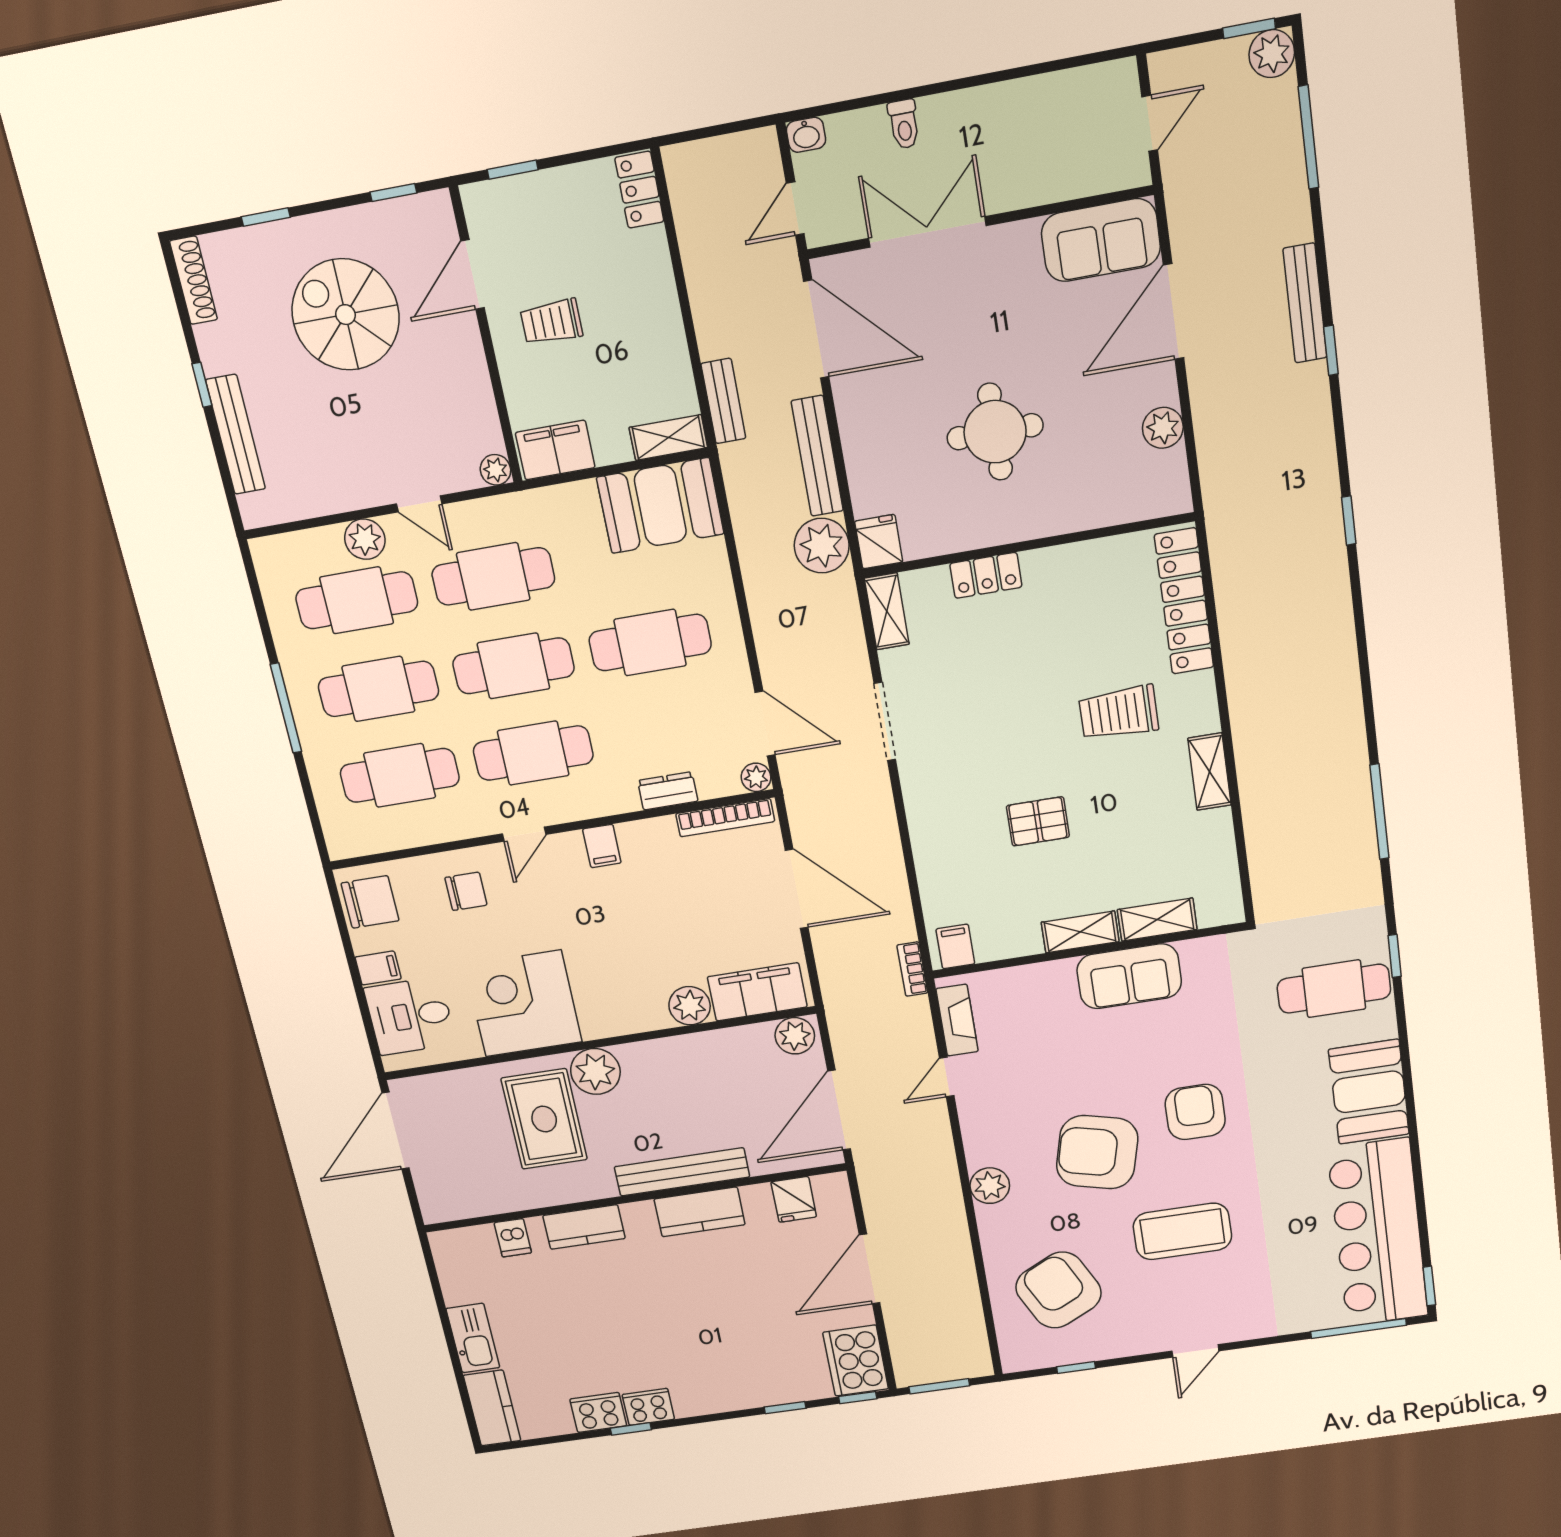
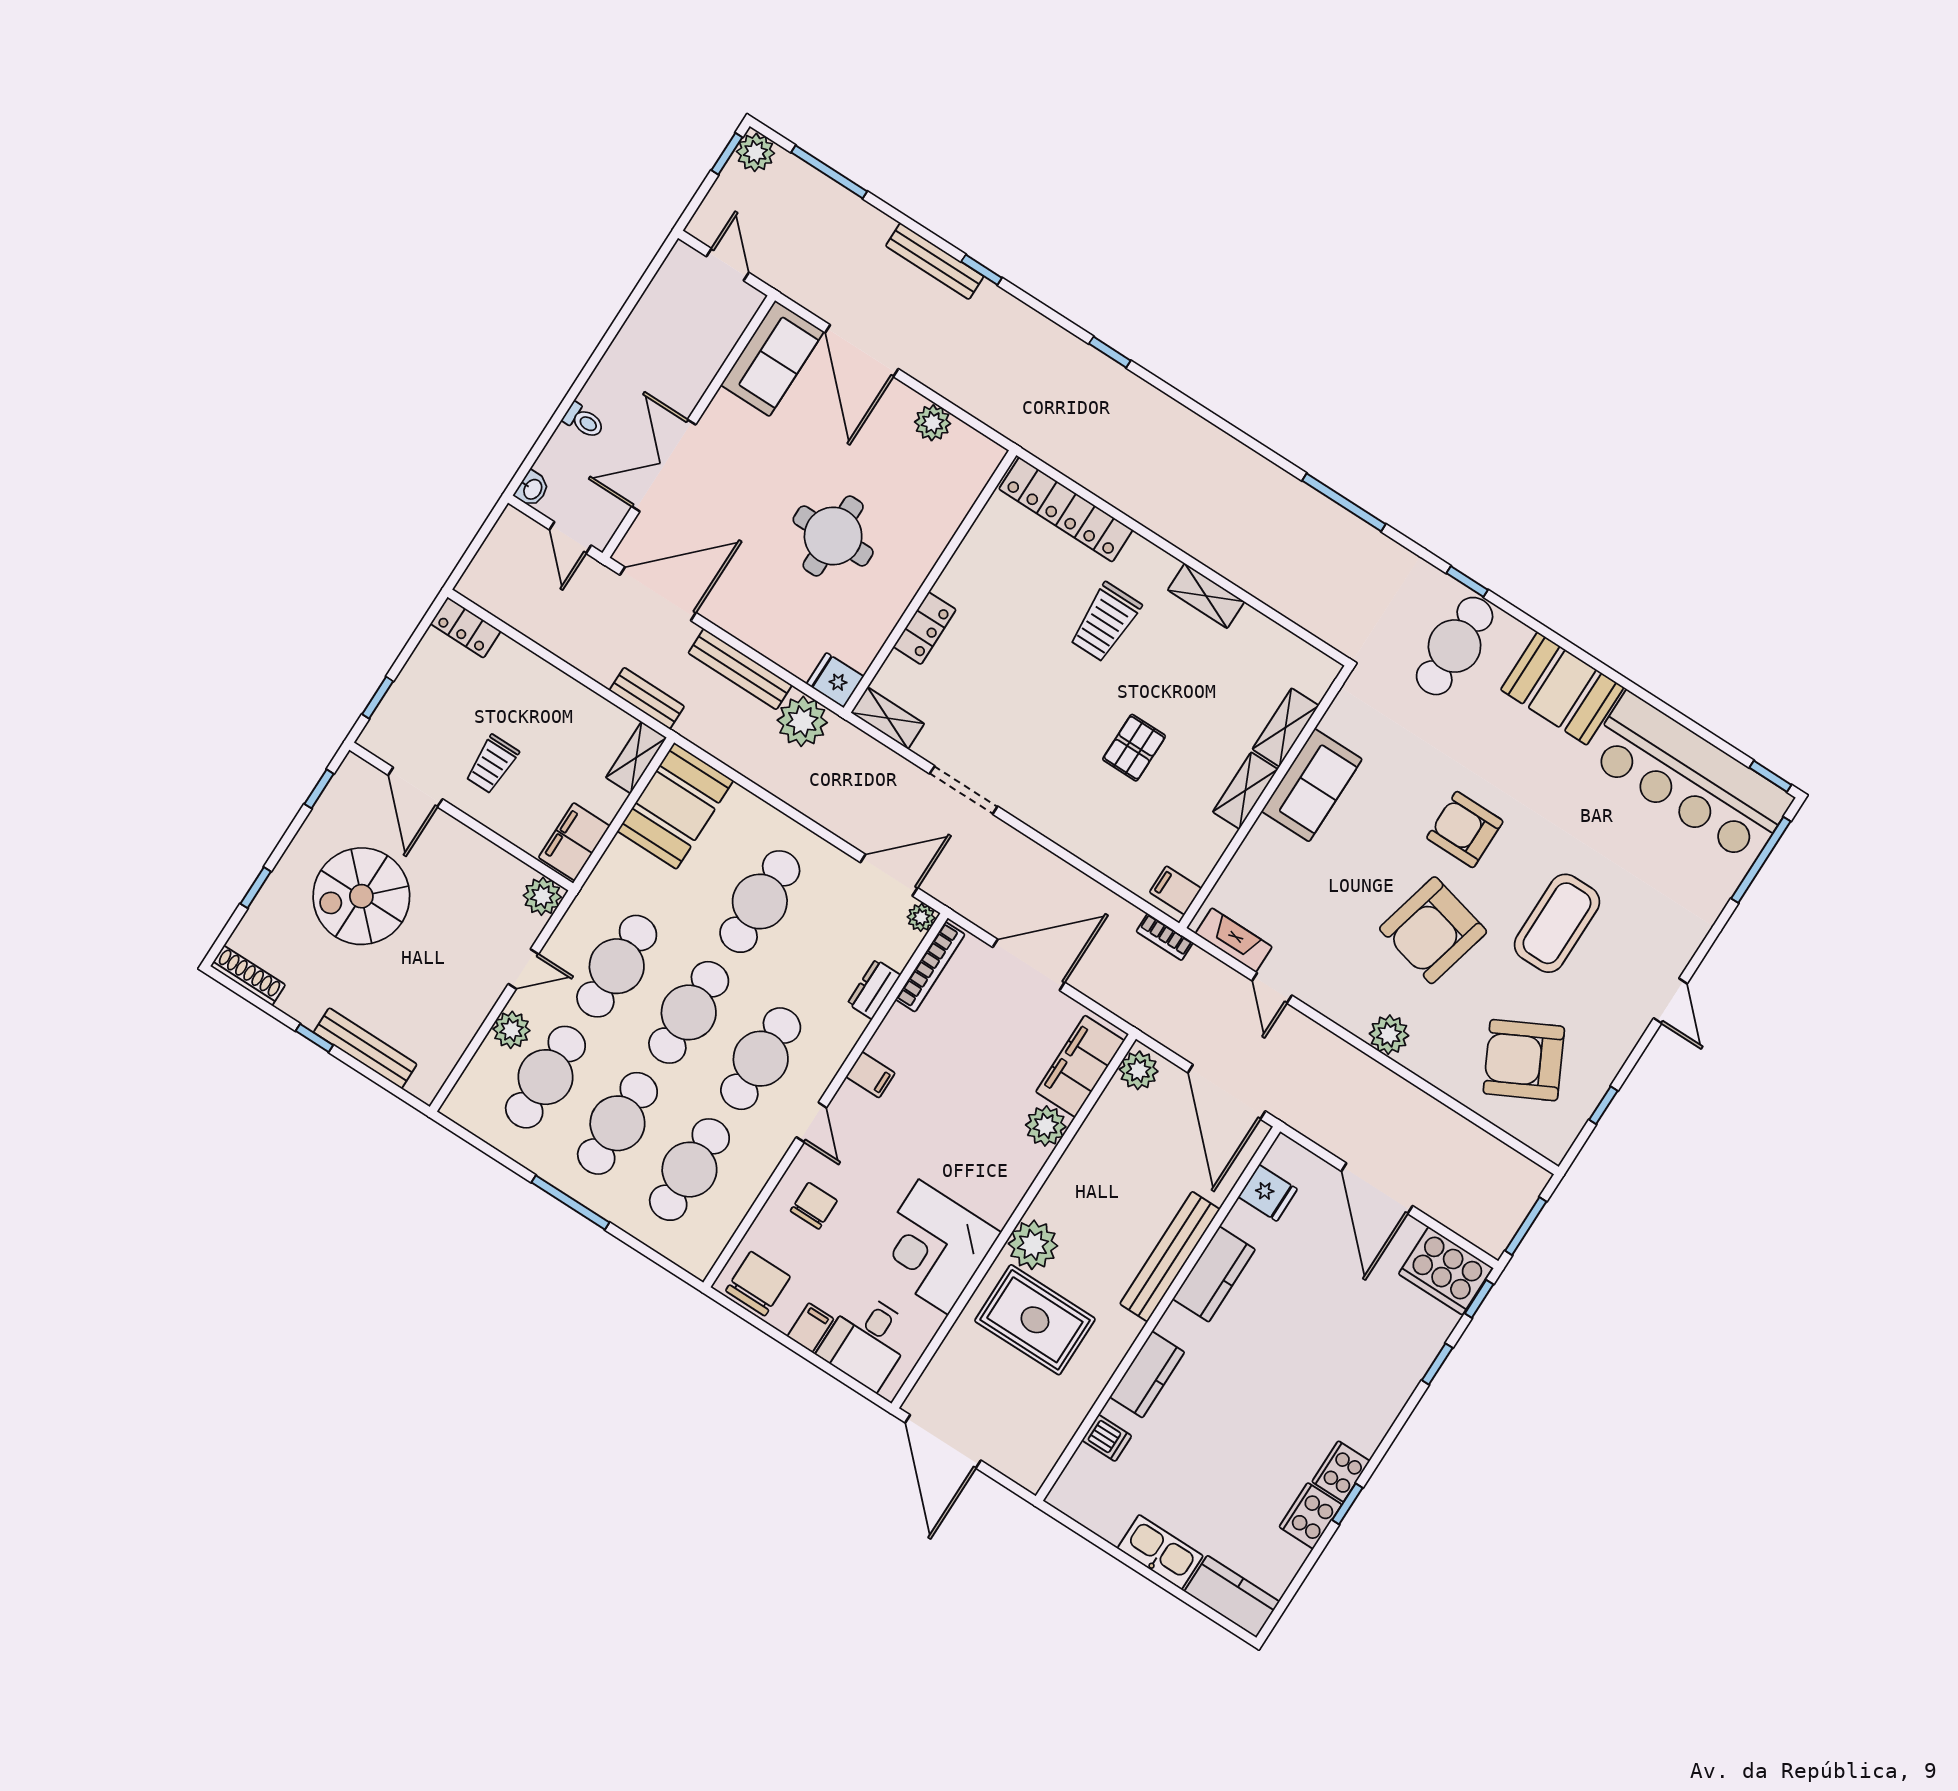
plant: (495, 470) -> (542, 896), width x1.38, depth x1.38

